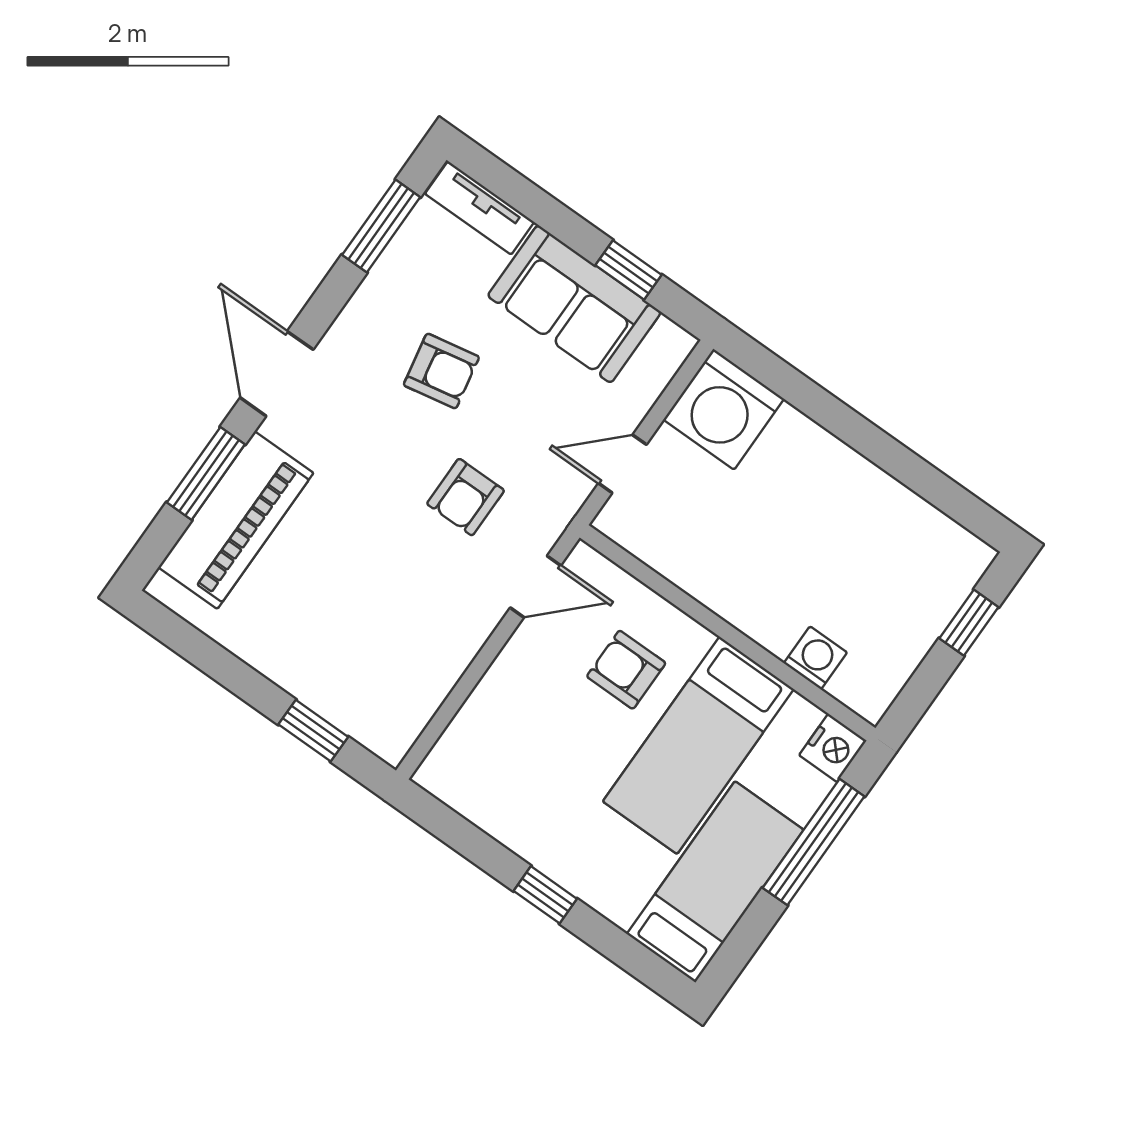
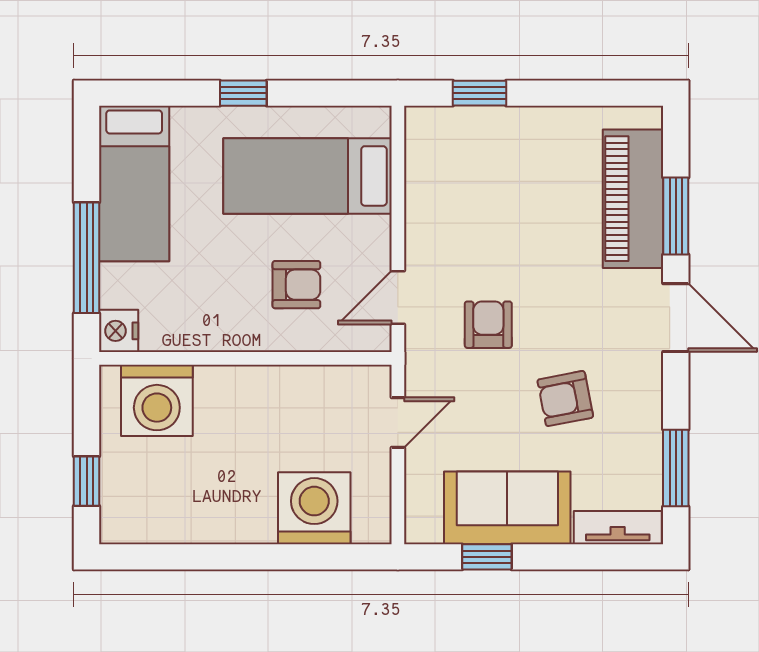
washing machine: (724, 409) -> (314, 508), moved
washing machine: (815, 658) -> (157, 400), width x1.89, depth x1.89
bed: (698, 745) -> (307, 176), moved, turned -90

